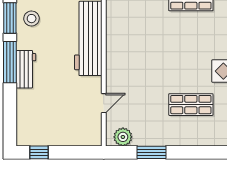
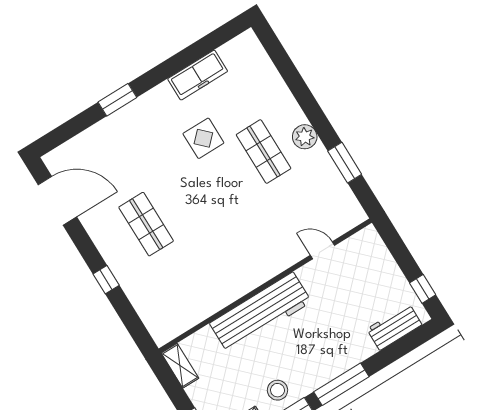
workbench: (26, 69) -> (394, 327), moved
plant: (123, 137) -> (305, 137), moved

